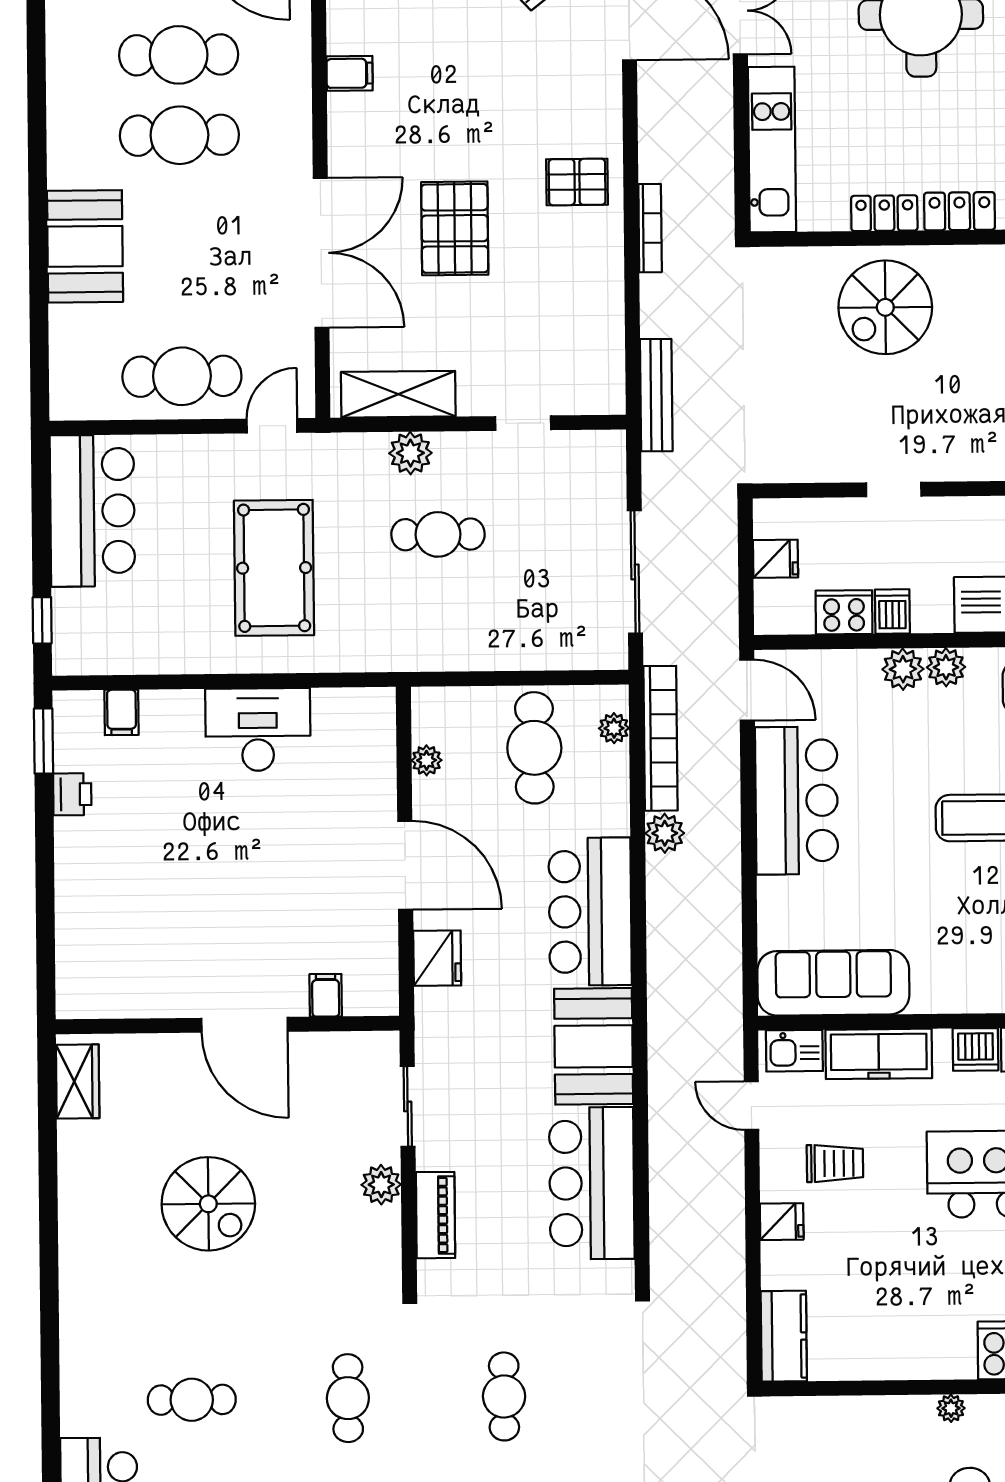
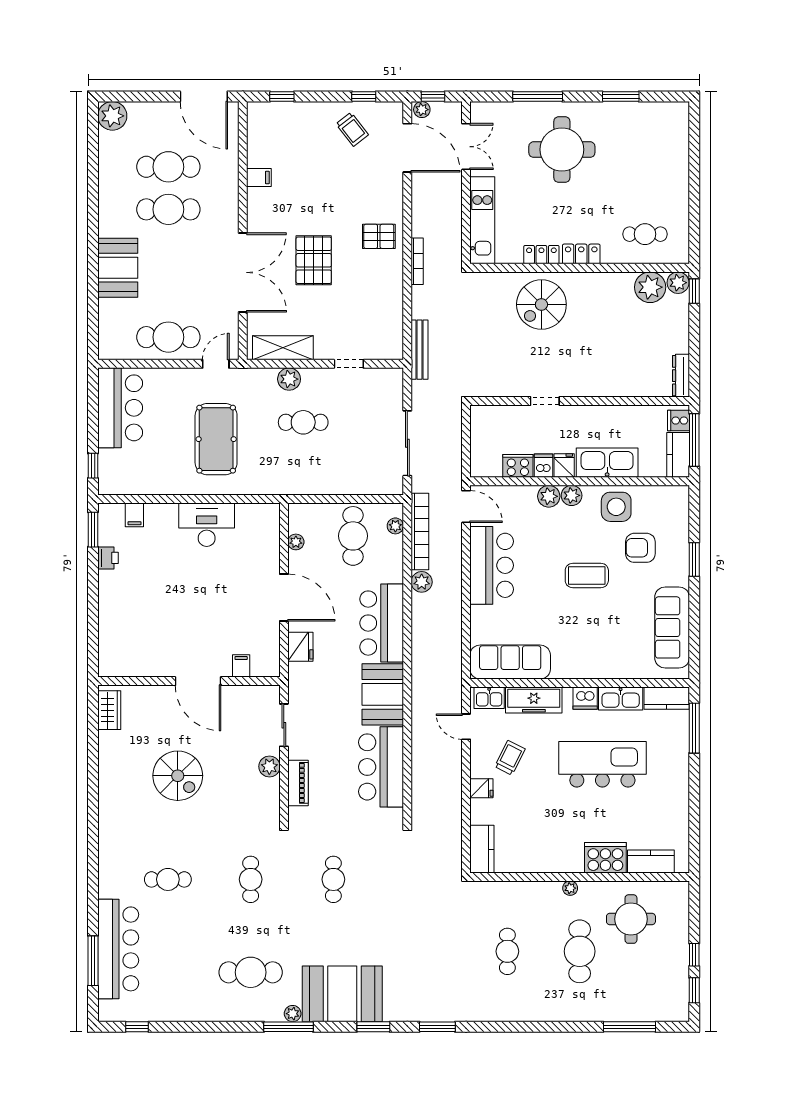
fridge: (776, 559) -> (564, 466), moved, turned -90
trolley: (835, 1163) -> (510, 758), turned -63

